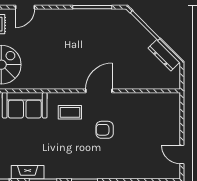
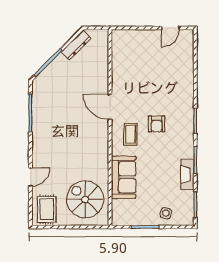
door: (25, 7) -> (30, 177), hinge flipped
armchair: (105, 130) -> (157, 124), moved

